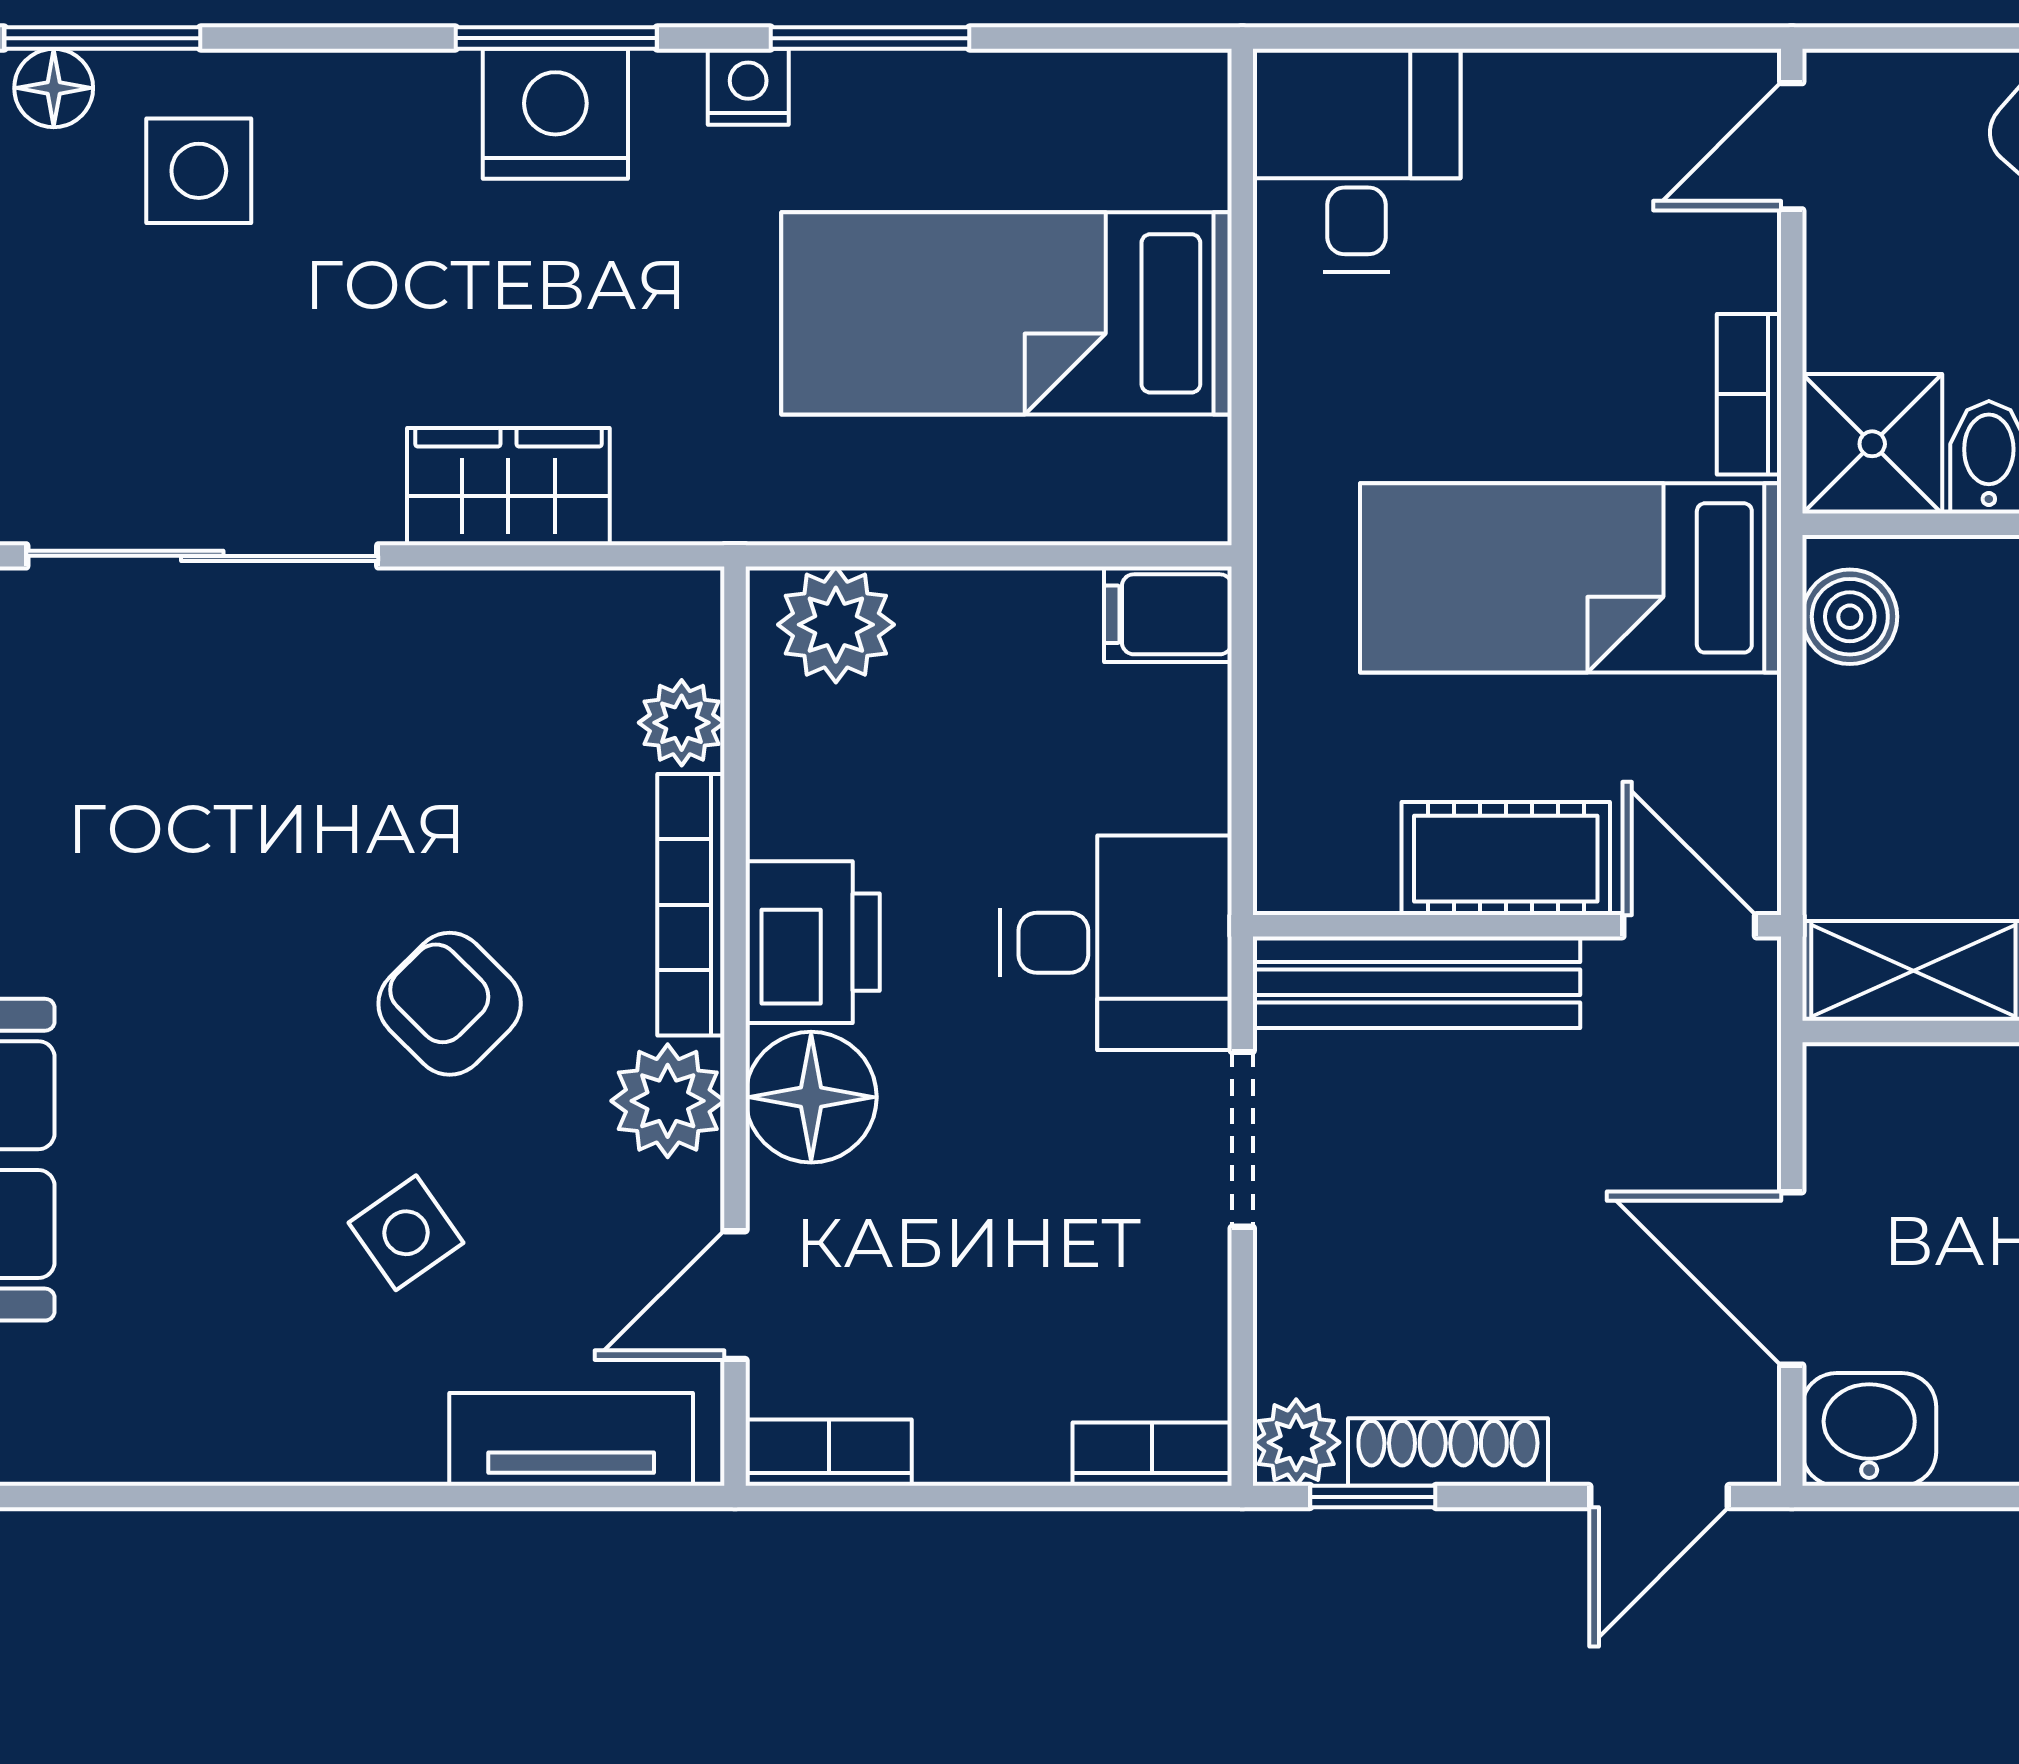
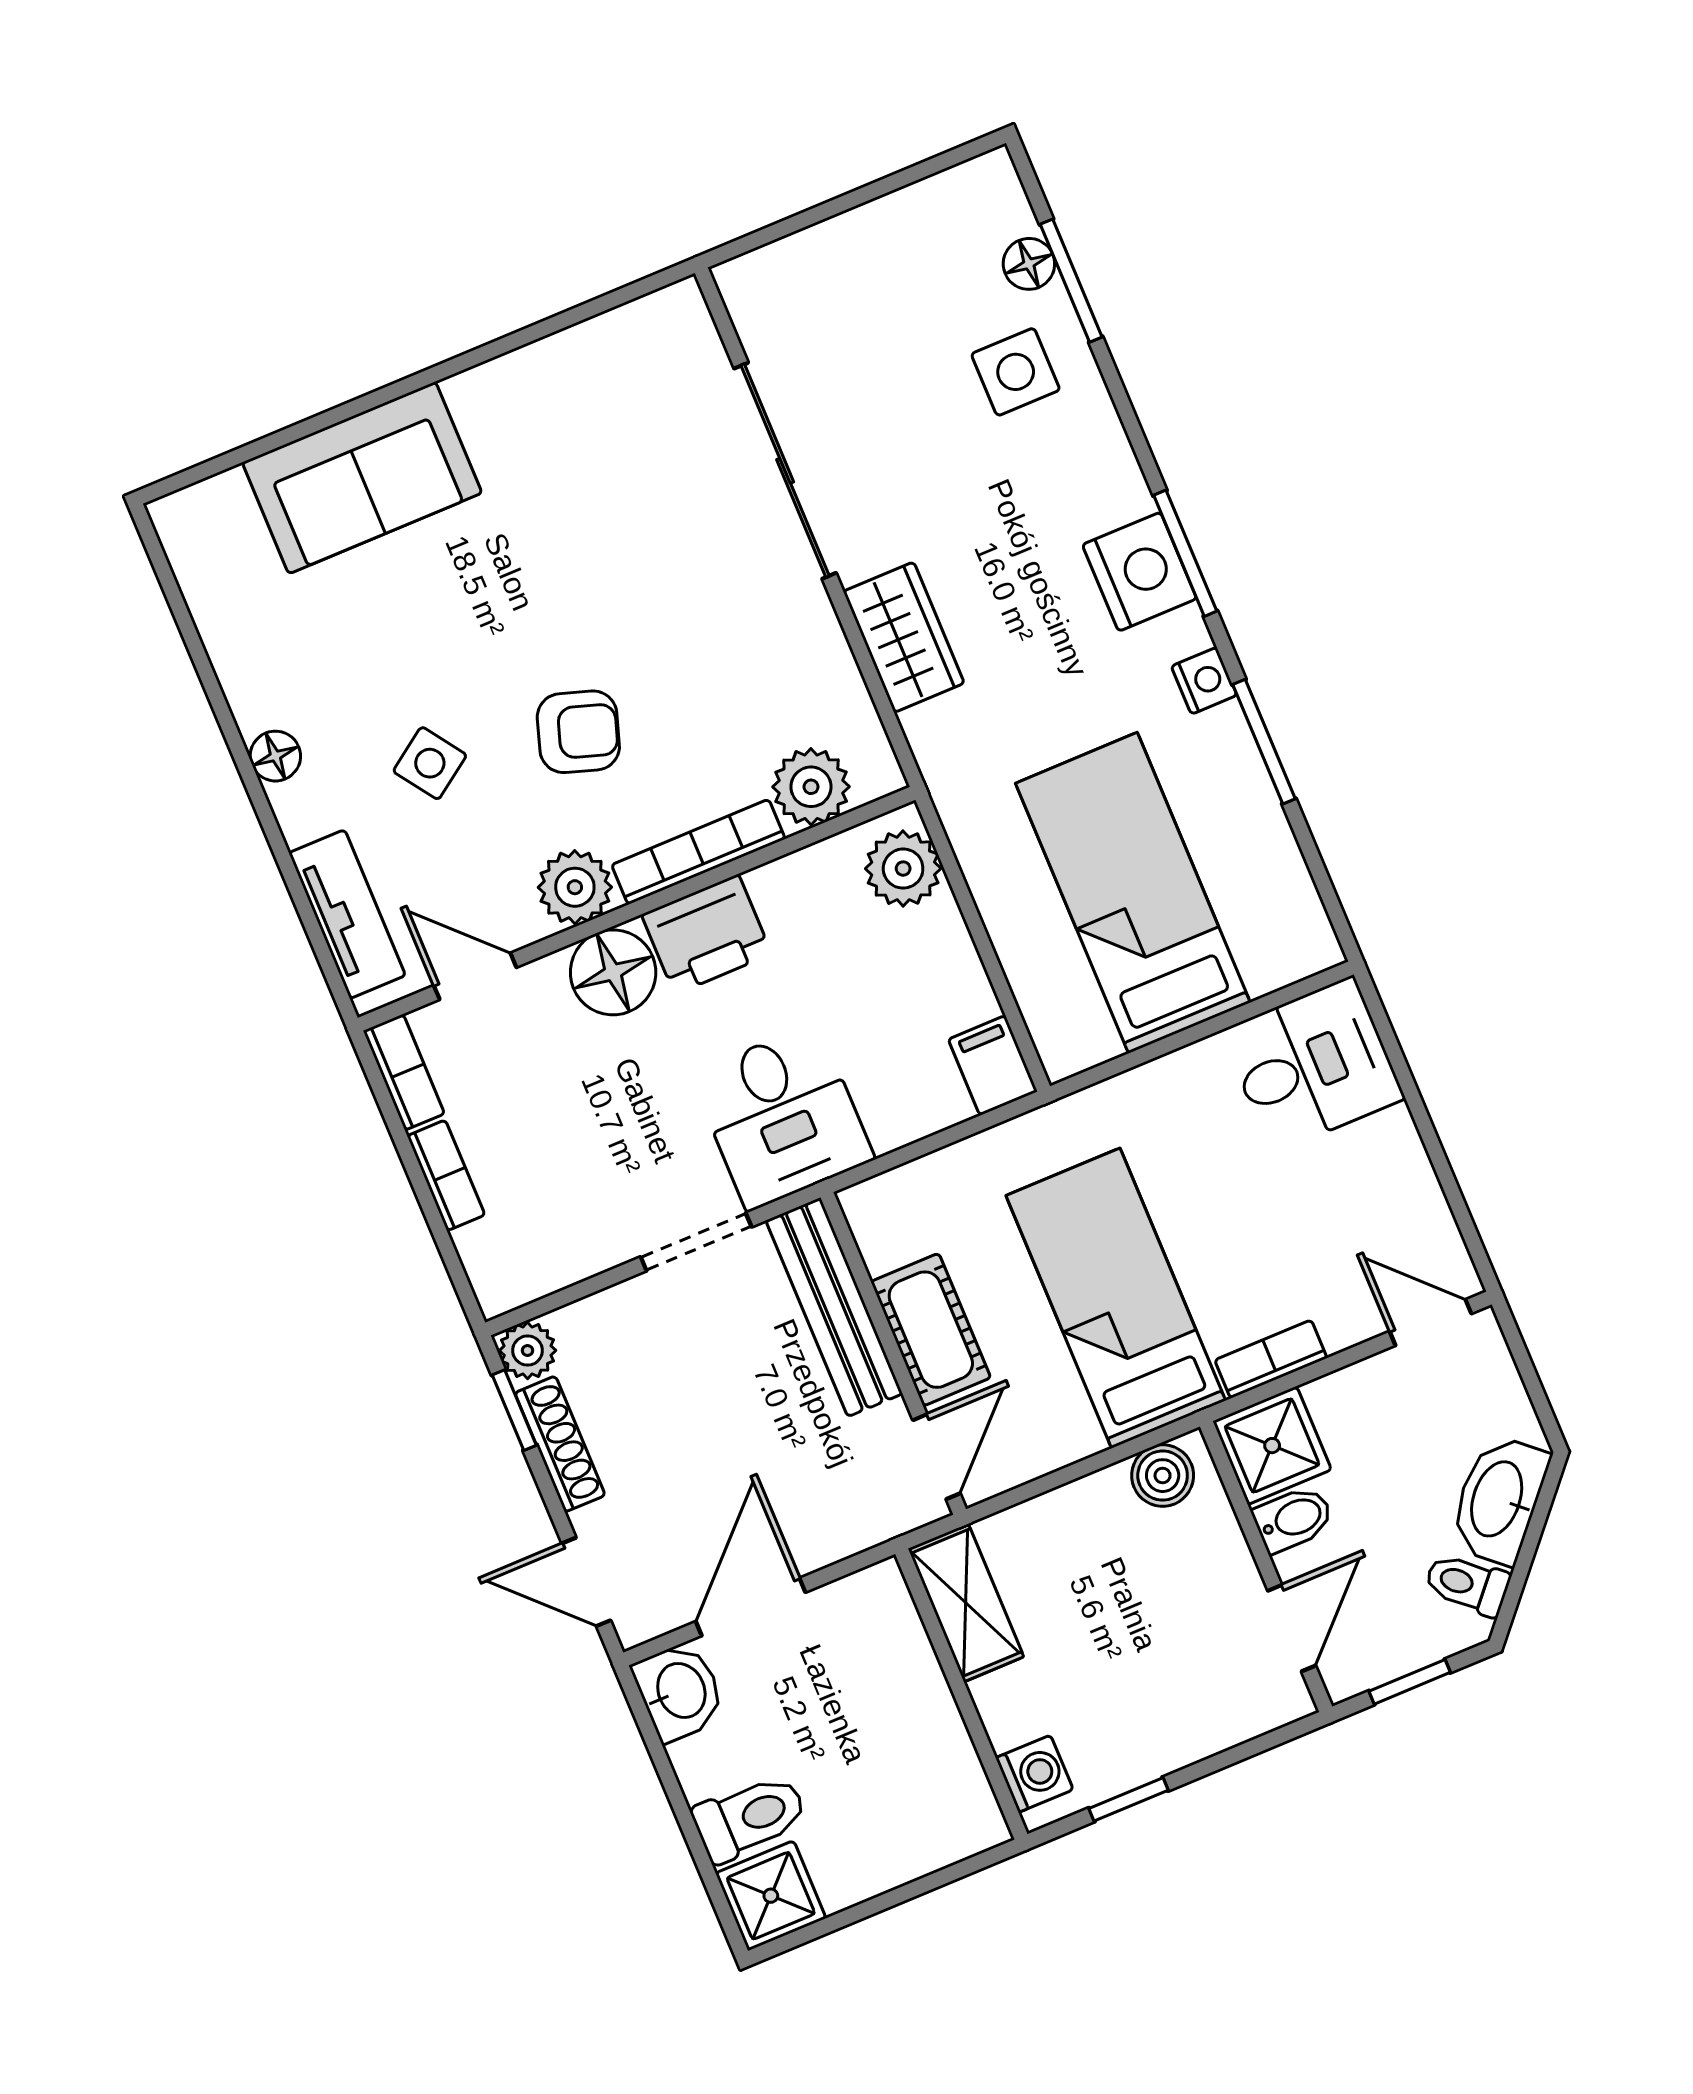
plant: (682, 723) -> (811, 787), width x1.38, depth x1.38
armchair: (450, 1004) -> (578, 732), turned 63
floor lamp: (304, 1447) -> (275, 756), added
bookcase: (1152, 1454) -> (446, 1175), moved

